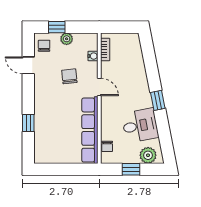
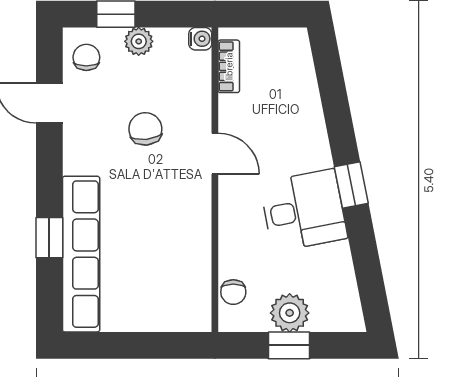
water cooler: (93, 56) -> (200, 39), moved
desk: (140, 126) -> (304, 210), moved
row of seats: (90, 130) -> (81, 254), moved, turned 180
plant: (148, 155) -> (290, 313), moved

